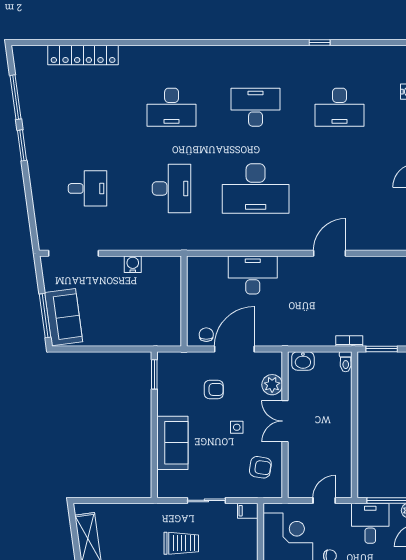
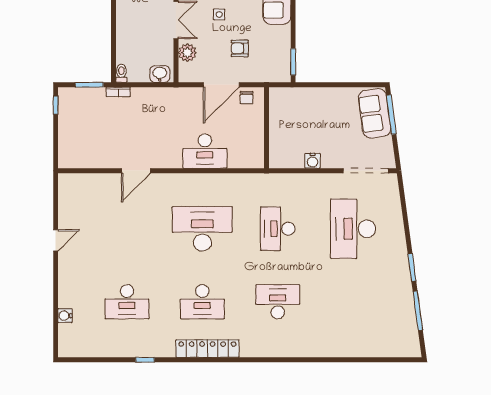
locker: (83, 55) -> (207, 349), moved
desk: (340, 107) -> (127, 302), turned 180
desk: (88, 188) -> (353, 229), width x1.87, depth x1.30

